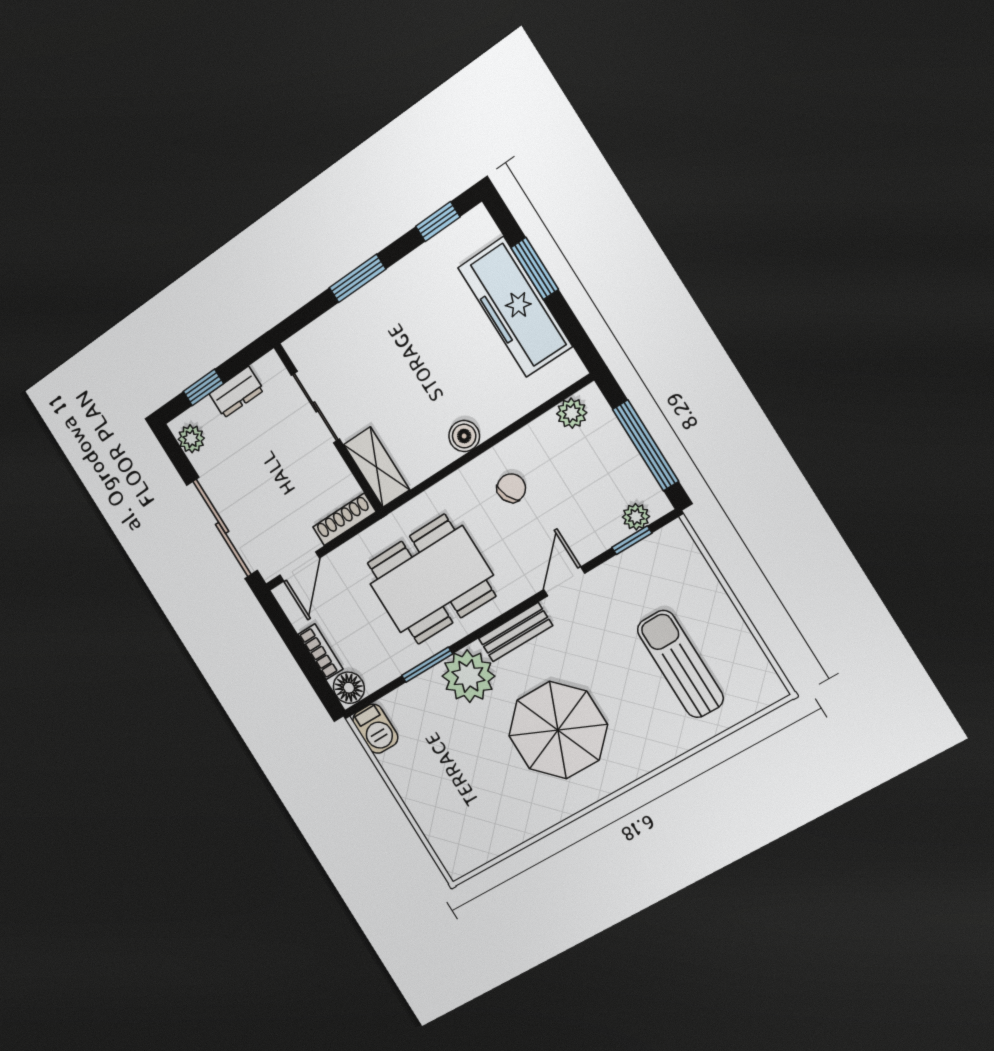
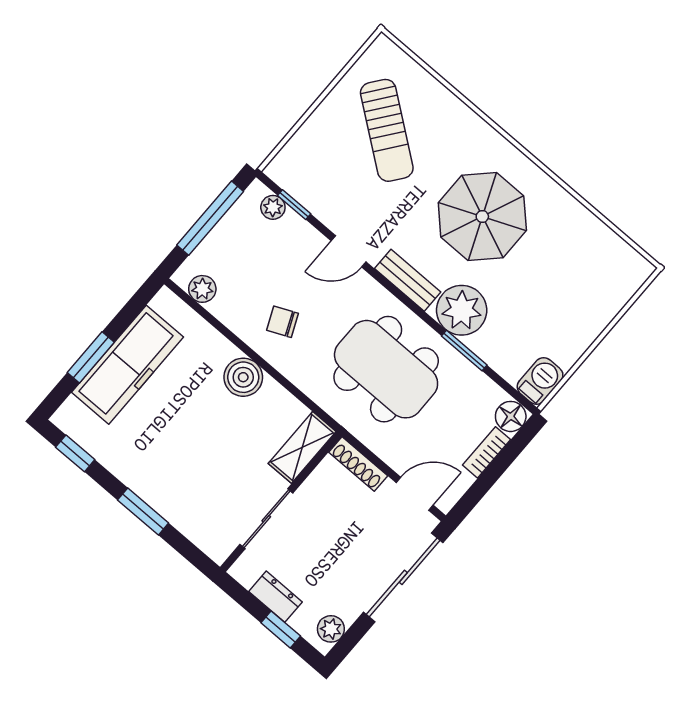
boiler: (464, 436) -> (243, 377), width x1.36, depth x1.36
sun lounger: (680, 664) -> (387, 130), turned -53

